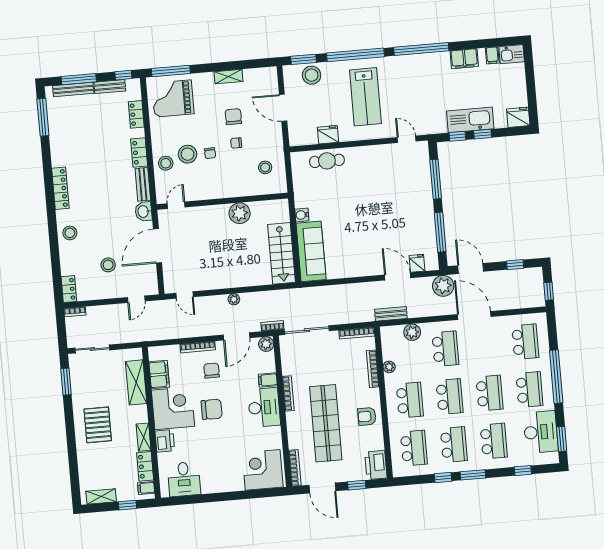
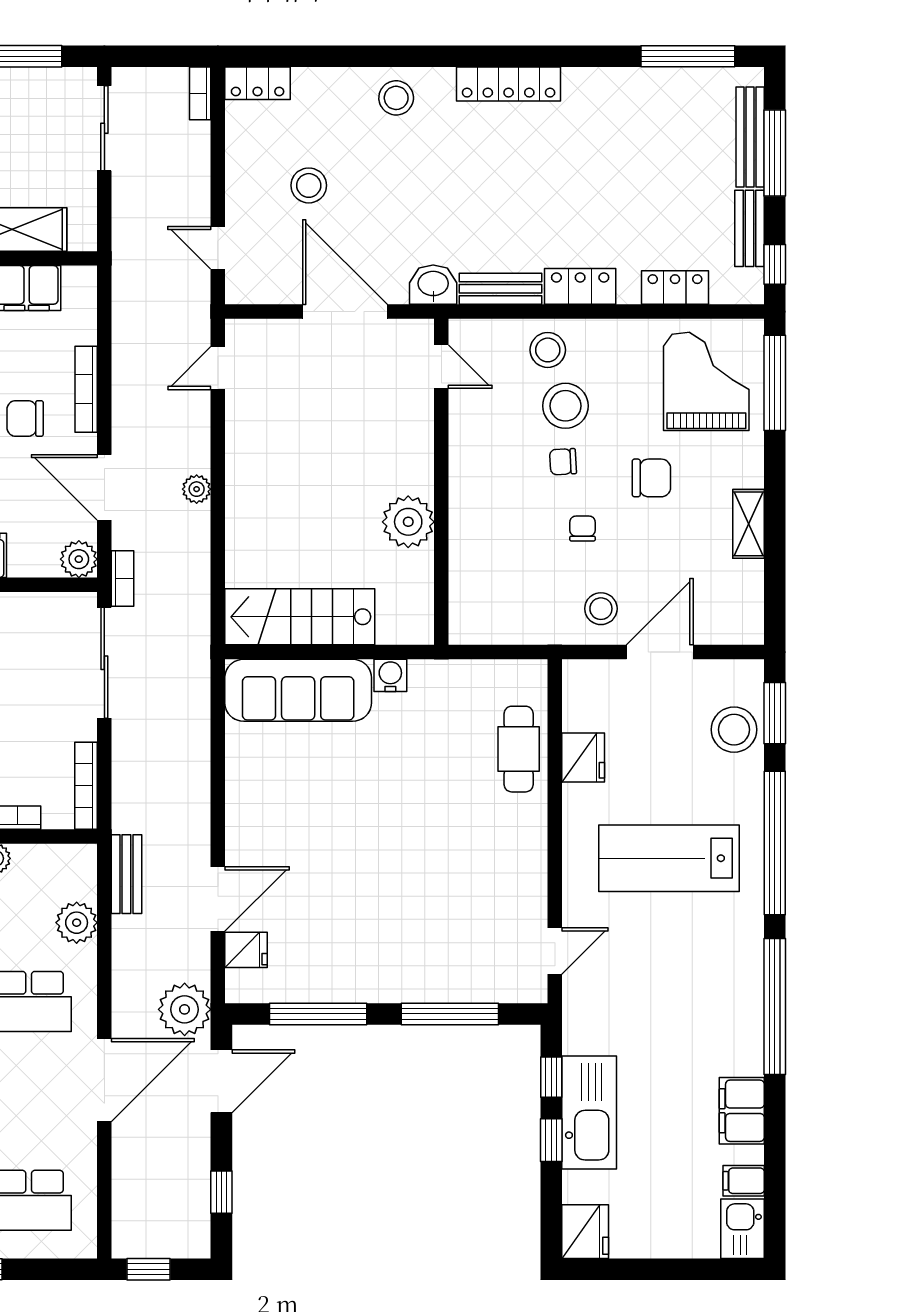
chair: (233, 117) -> (651, 478), moved
stool: (265, 167) -> (601, 609), moved
chair: (212, 371) -> (25, 418), turned 180

